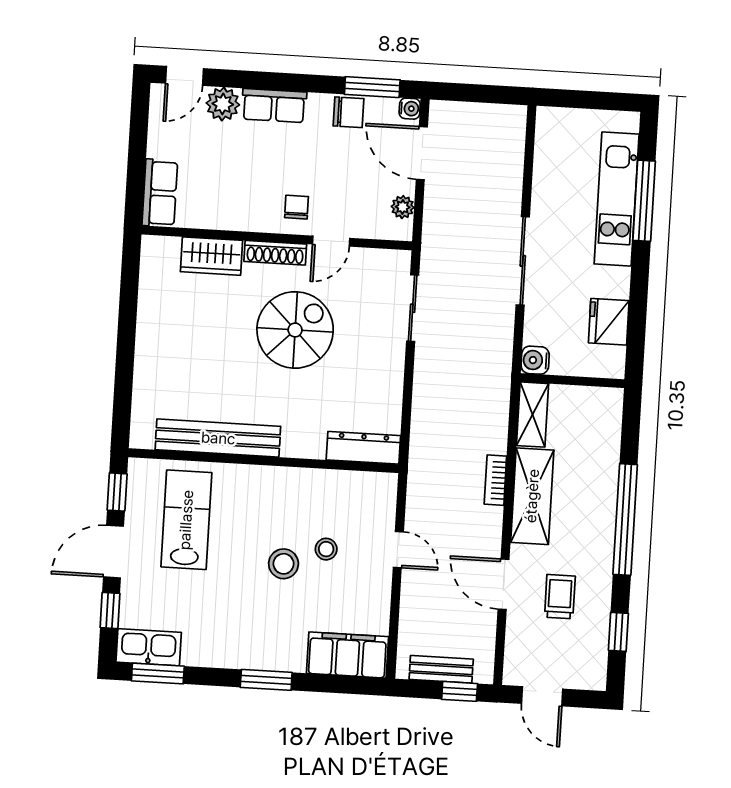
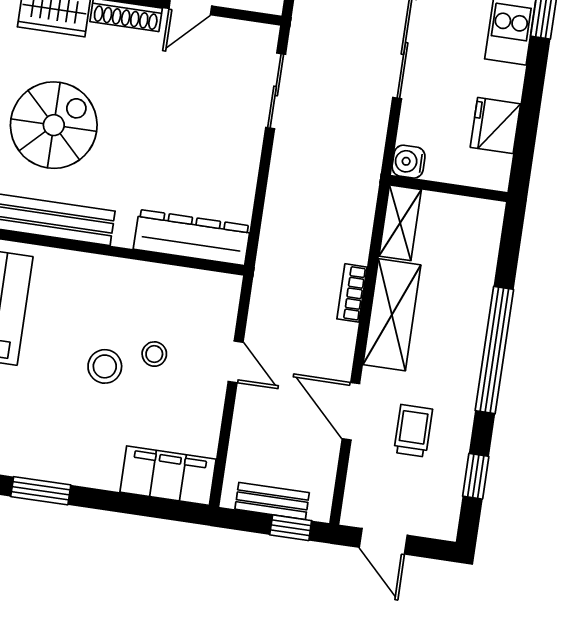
spiral stairs: (295, 330) -> (54, 125), moved
dresser: (363, 448) -> (192, 237), width x1.37, depth x1.24
window: (266, 680) -> (41, 491), moved

